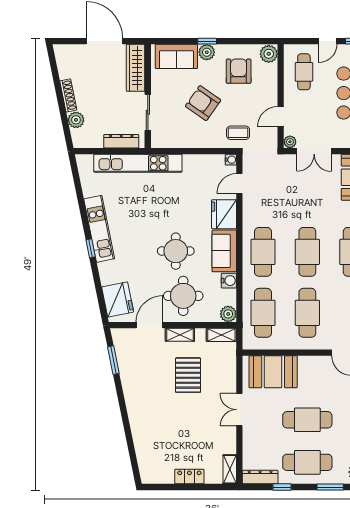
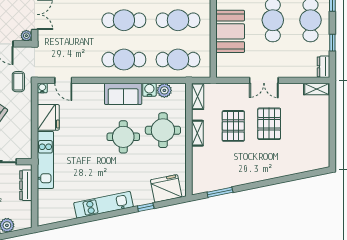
kitchen unit: (138, 163) -> (45, 160), width x0.73
fridge: (224, 214) -> (48, 117), moved, turned -90
window: (91, 248) -> (146, 207), moved
plant: (228, 314) -> (164, 90), moved
door: (149, 325) -> (189, 160), removed
booth: (273, 372) -> (230, 31), moved
pallet: (188, 375) -> (233, 126), turned 90
pallet: (191, 416) -> (269, 124), added
locker: (189, 477) -> (323, 125), removed
dresser: (260, 477) -> (324, 67), width x0.70

